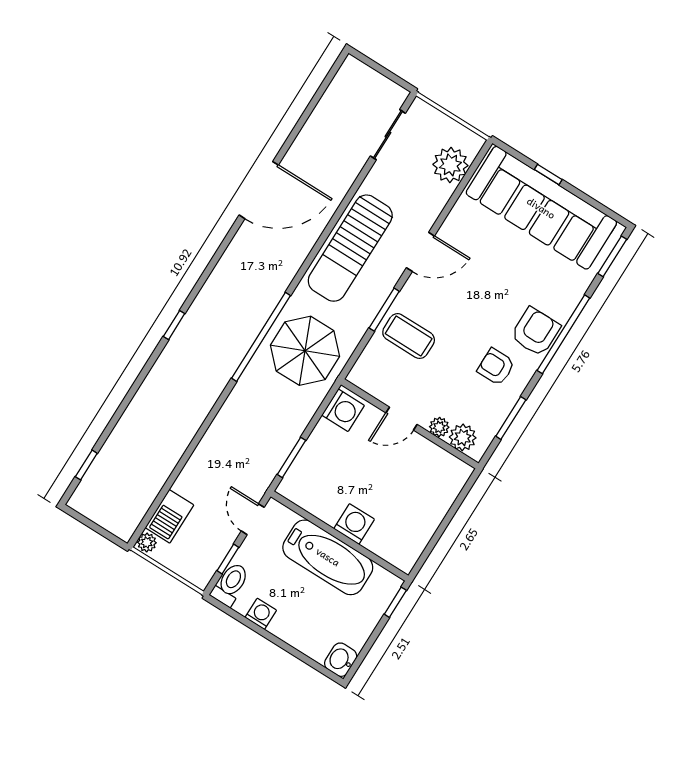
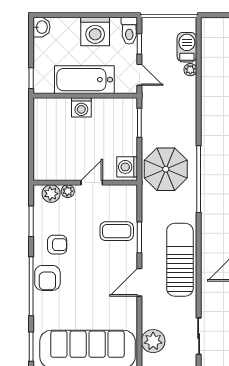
parasol: (305, 351) -> (166, 169), moved
plant: (147, 543) -> (190, 70), moved
washing machine: (261, 614) -> (95, 31), width x1.89, depth x1.89

